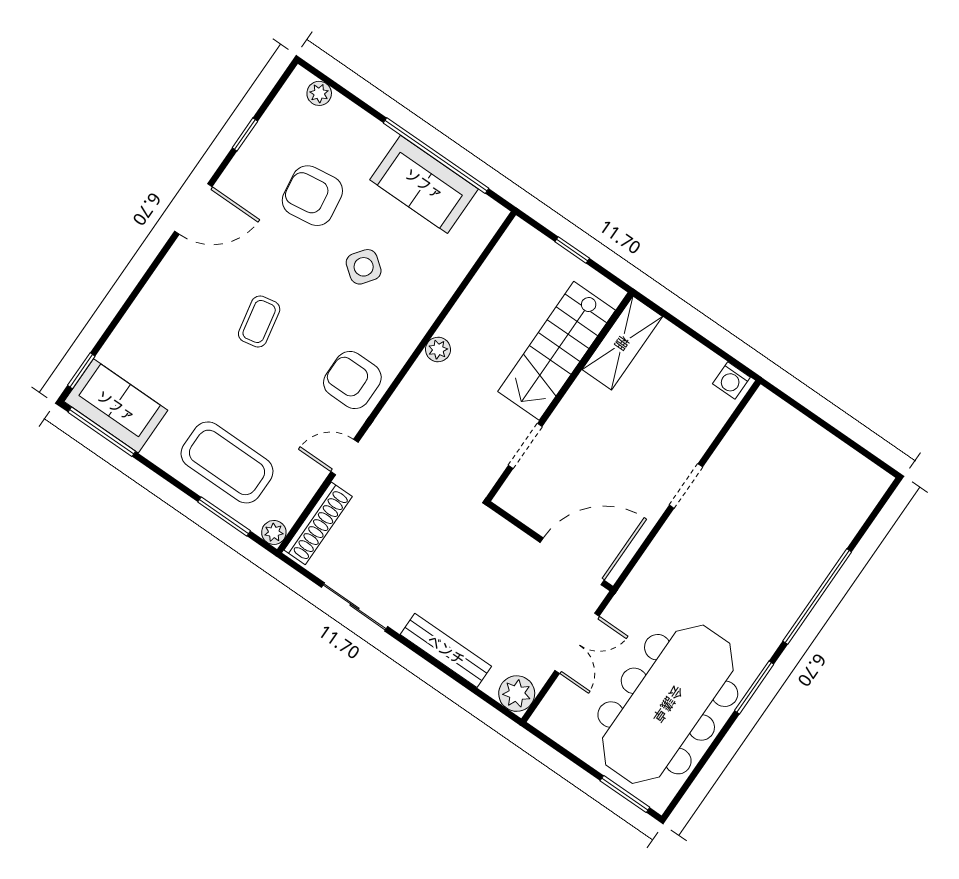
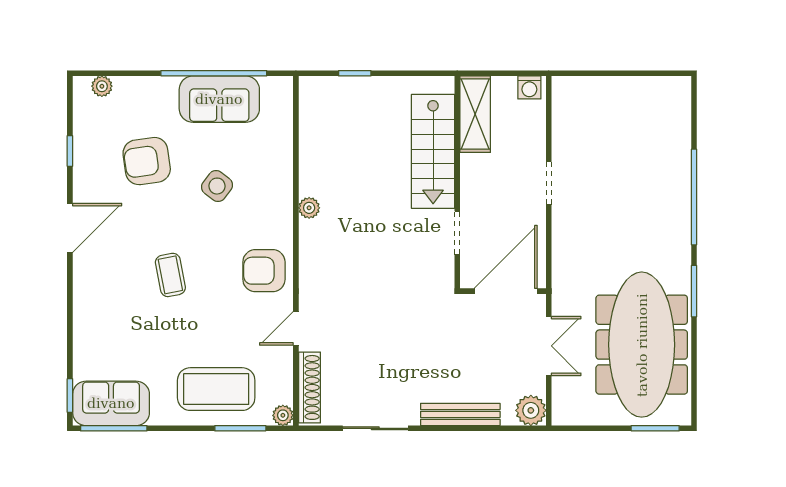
shelving: (622, 343) -> (475, 114), moved
stairs: (557, 351) -> (433, 151), moved
wall: (559, 397) -> (457, 182), moved
doorway: (525, 446) -> (457, 233), moved

